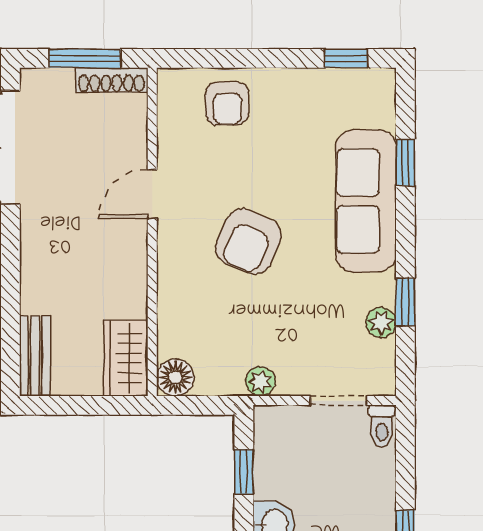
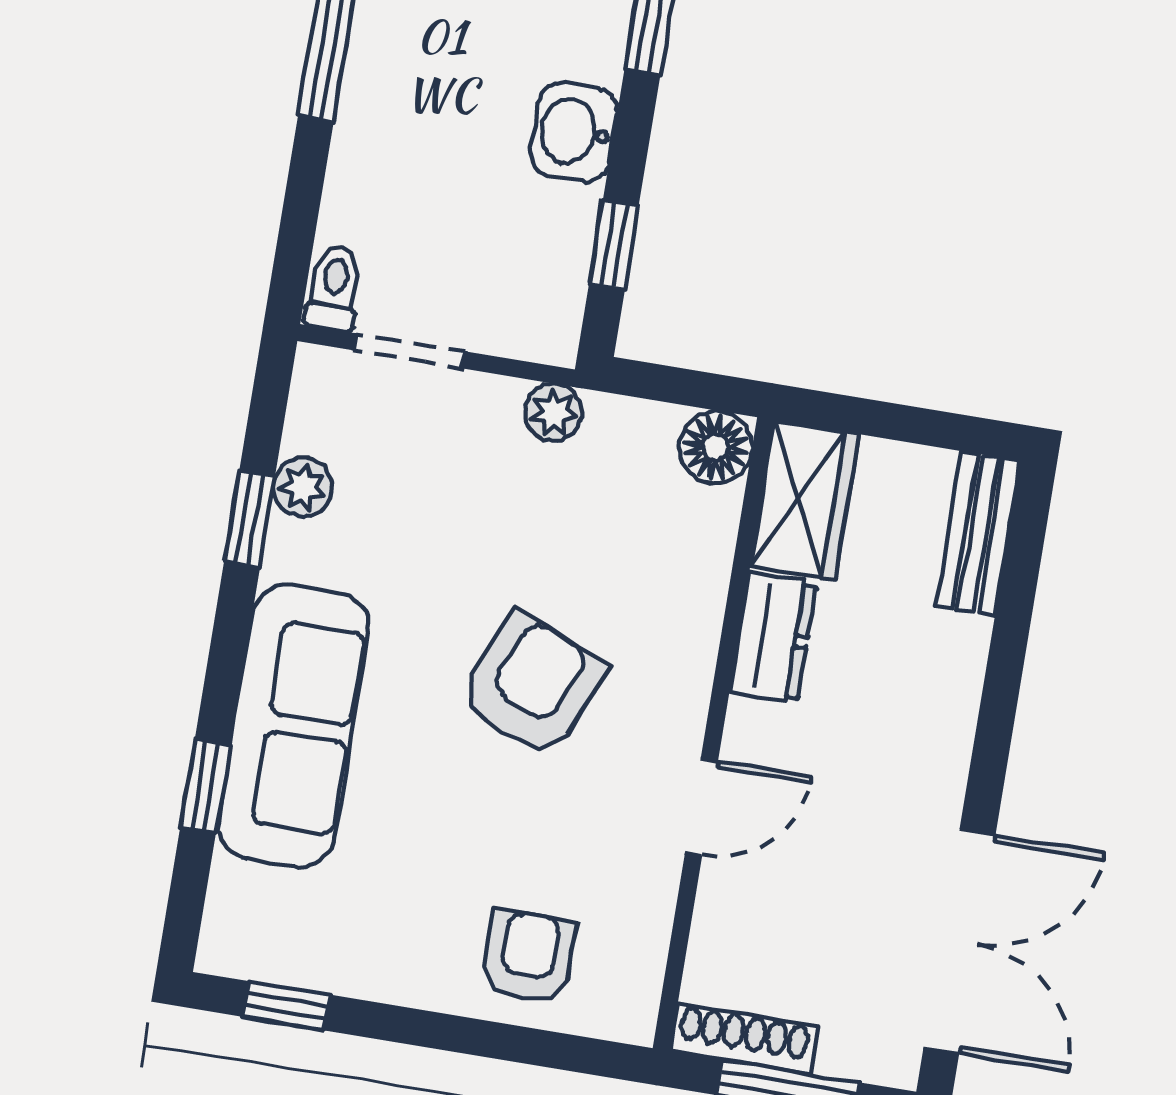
dresser: (130, 286) -> (773, 637), added

